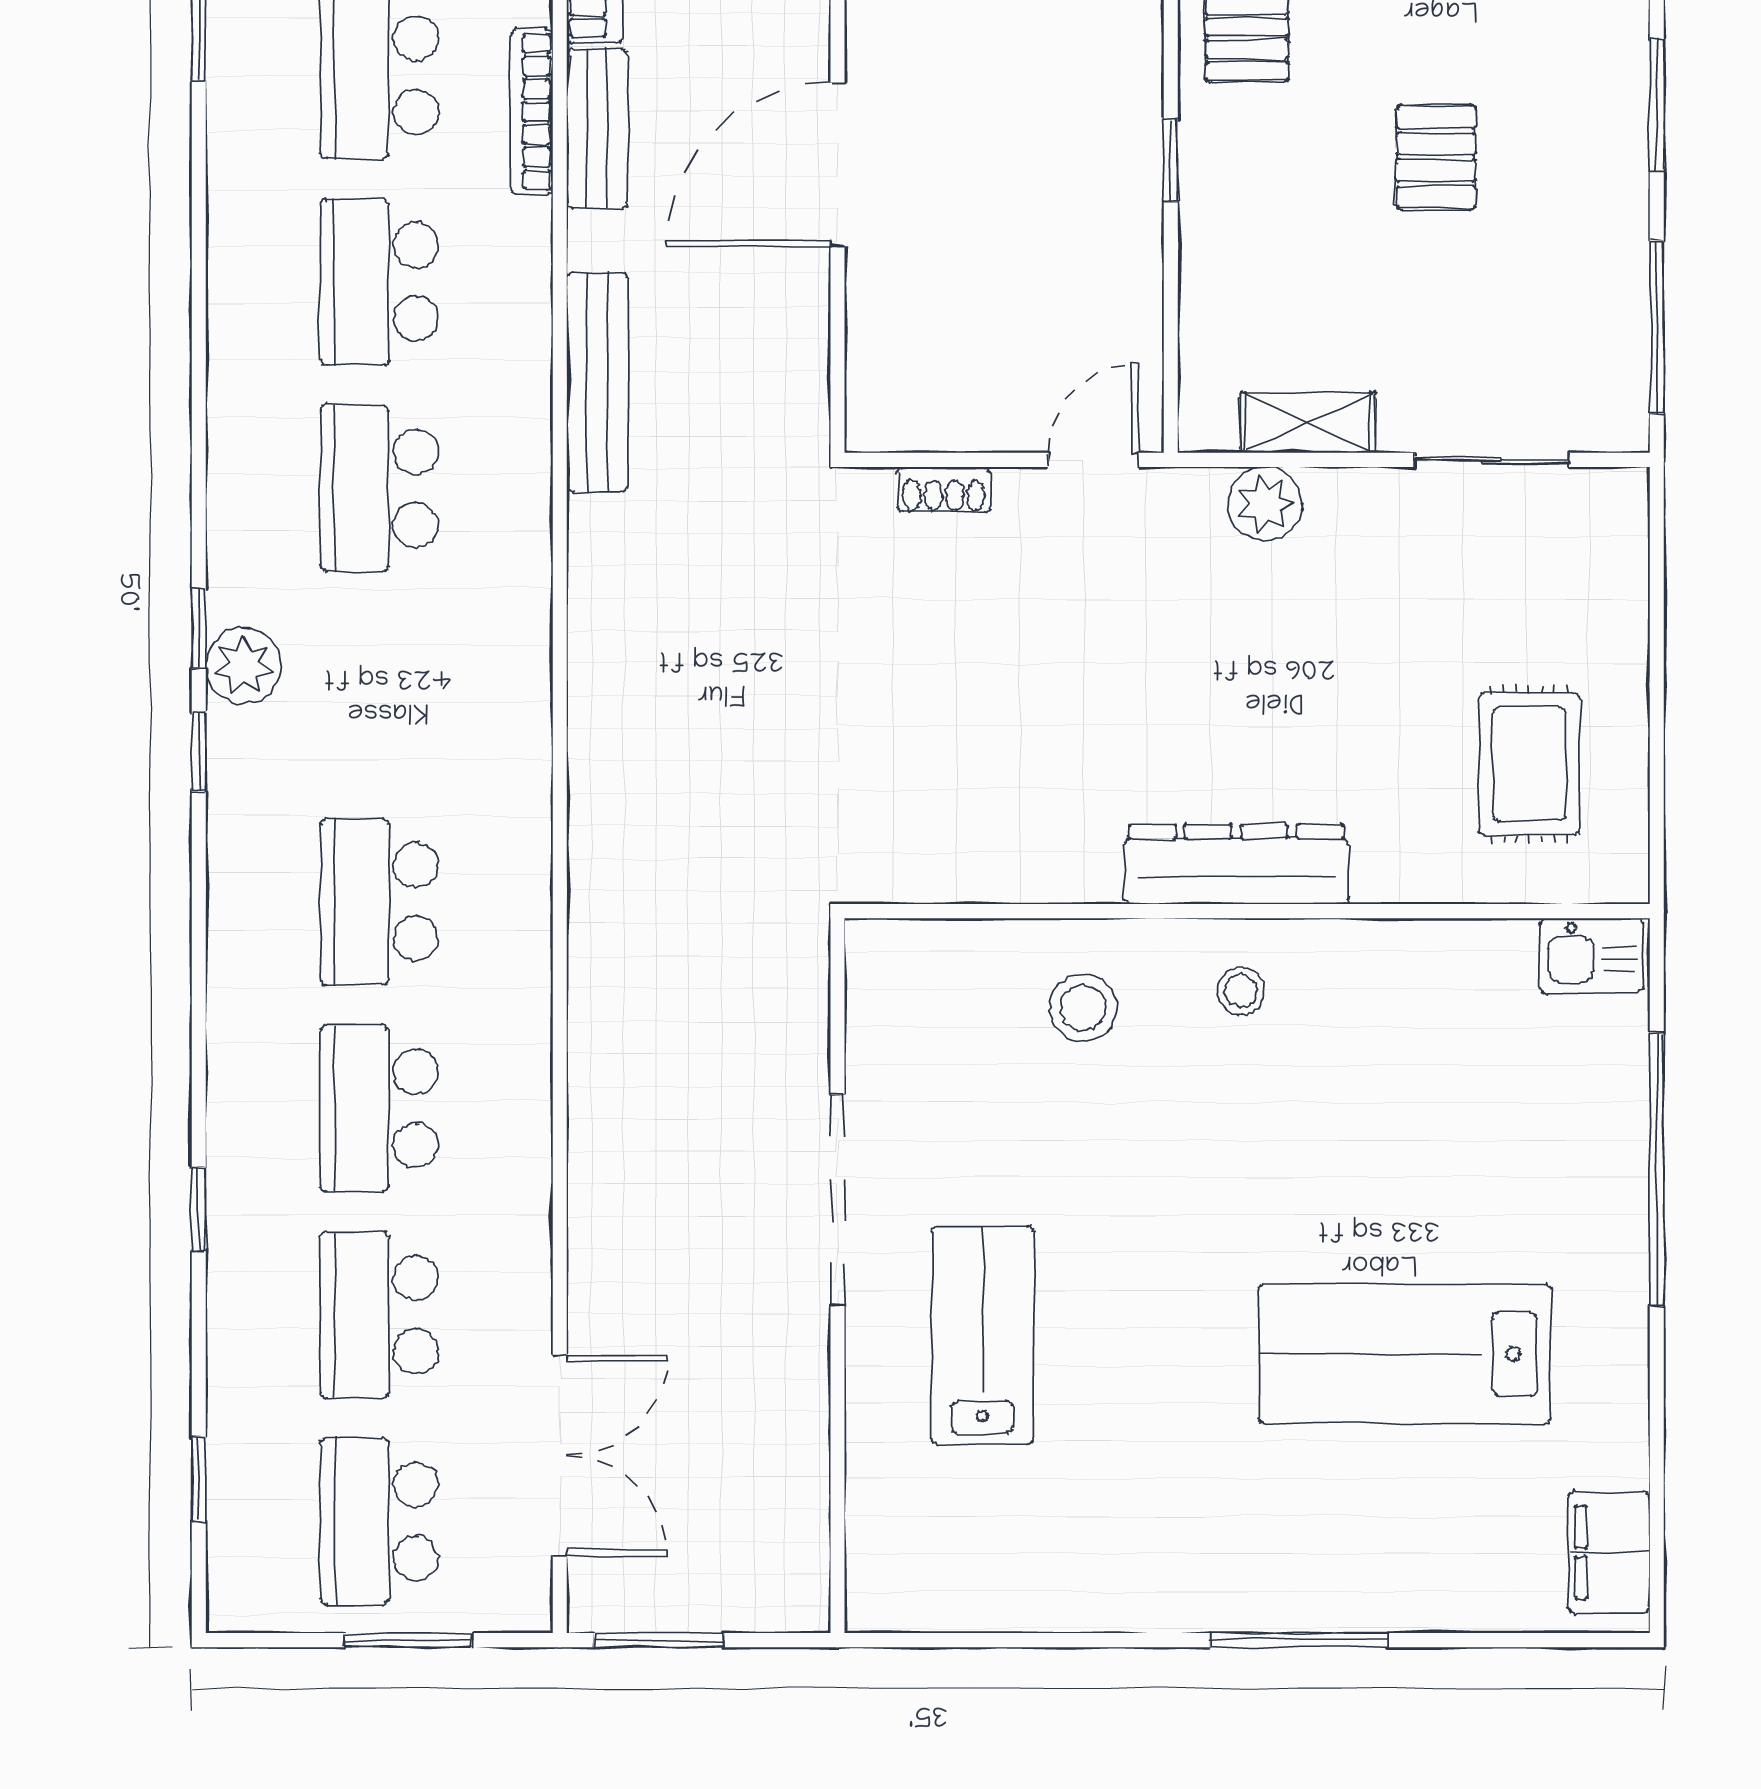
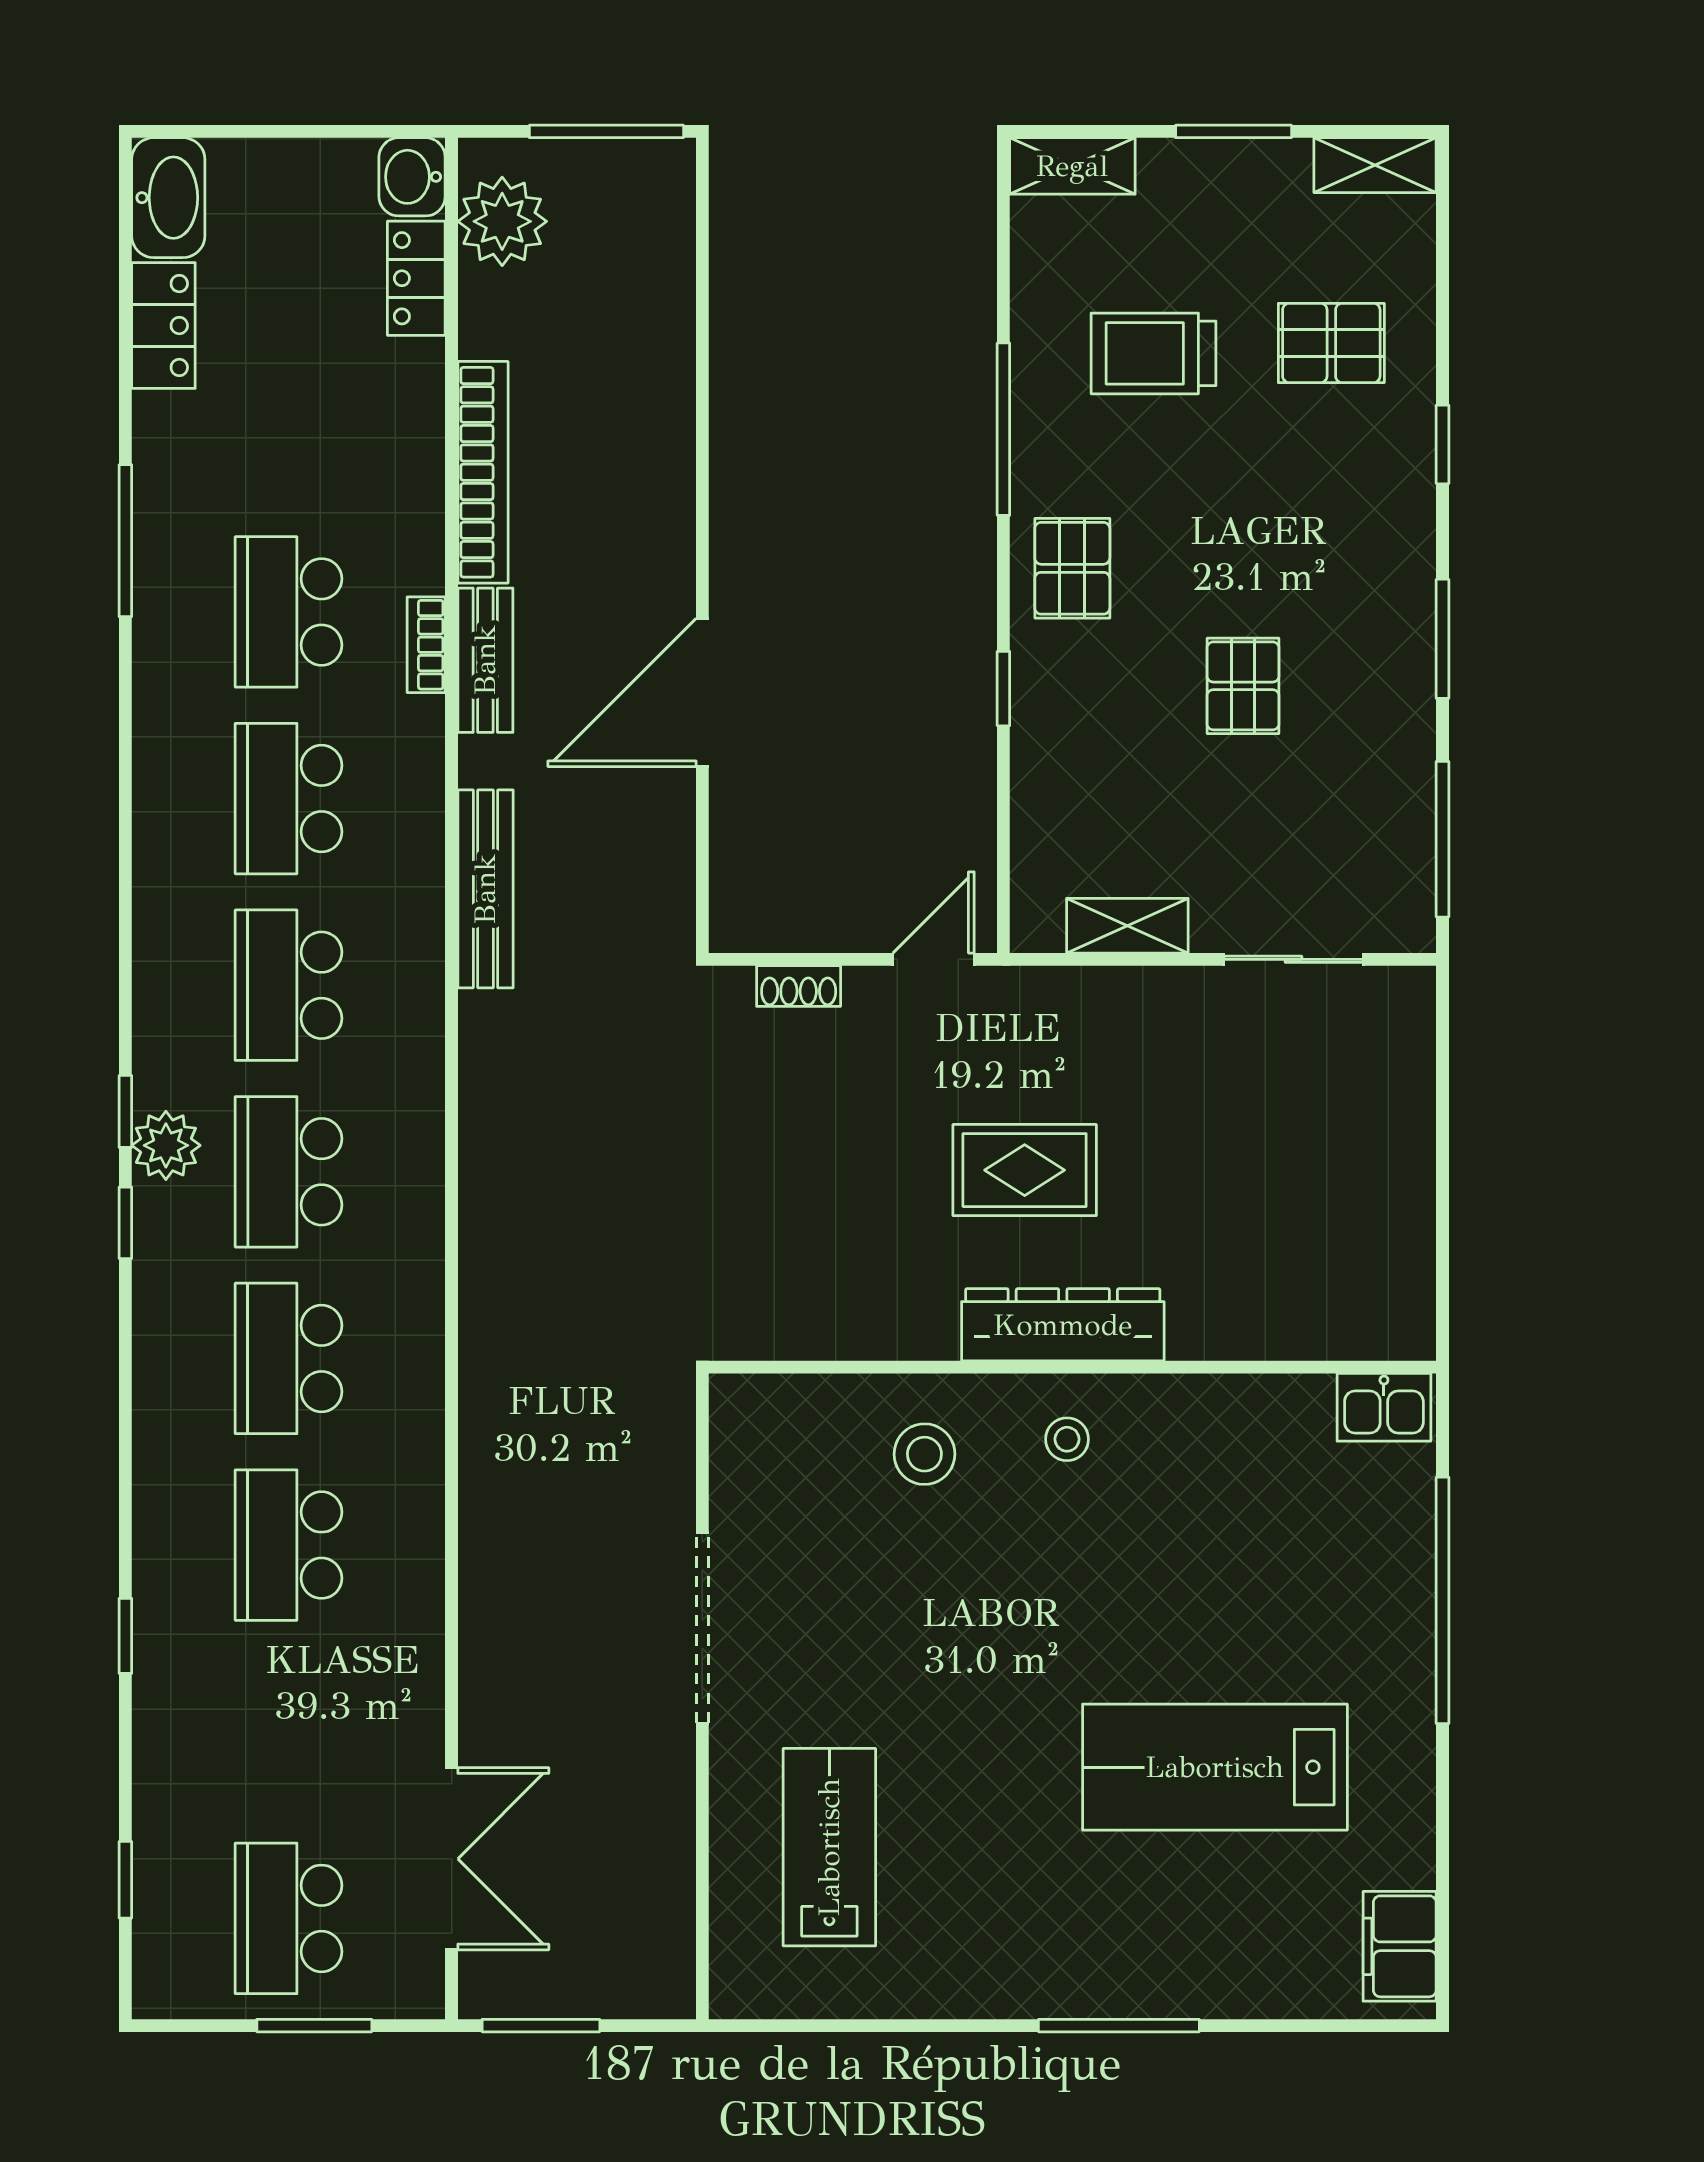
bookcase: (532, 112) -> (426, 645), width x0.64
plant: (1265, 504) -> (1088, 999), removed
rug: (1529, 764) -> (1025, 1170), moved, turned 90
school desk: (379, 1315) -> (288, 1172), moved
lab bench: (983, 1335) -> (829, 1847), moved

